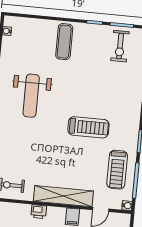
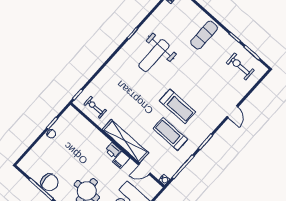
exercise bike: (120, 46) -> (240, 66), turned 90
treadmill: (117, 170) -> (170, 134), moved, turned 90
printer: (39, 212) -> (113, 150), moved

